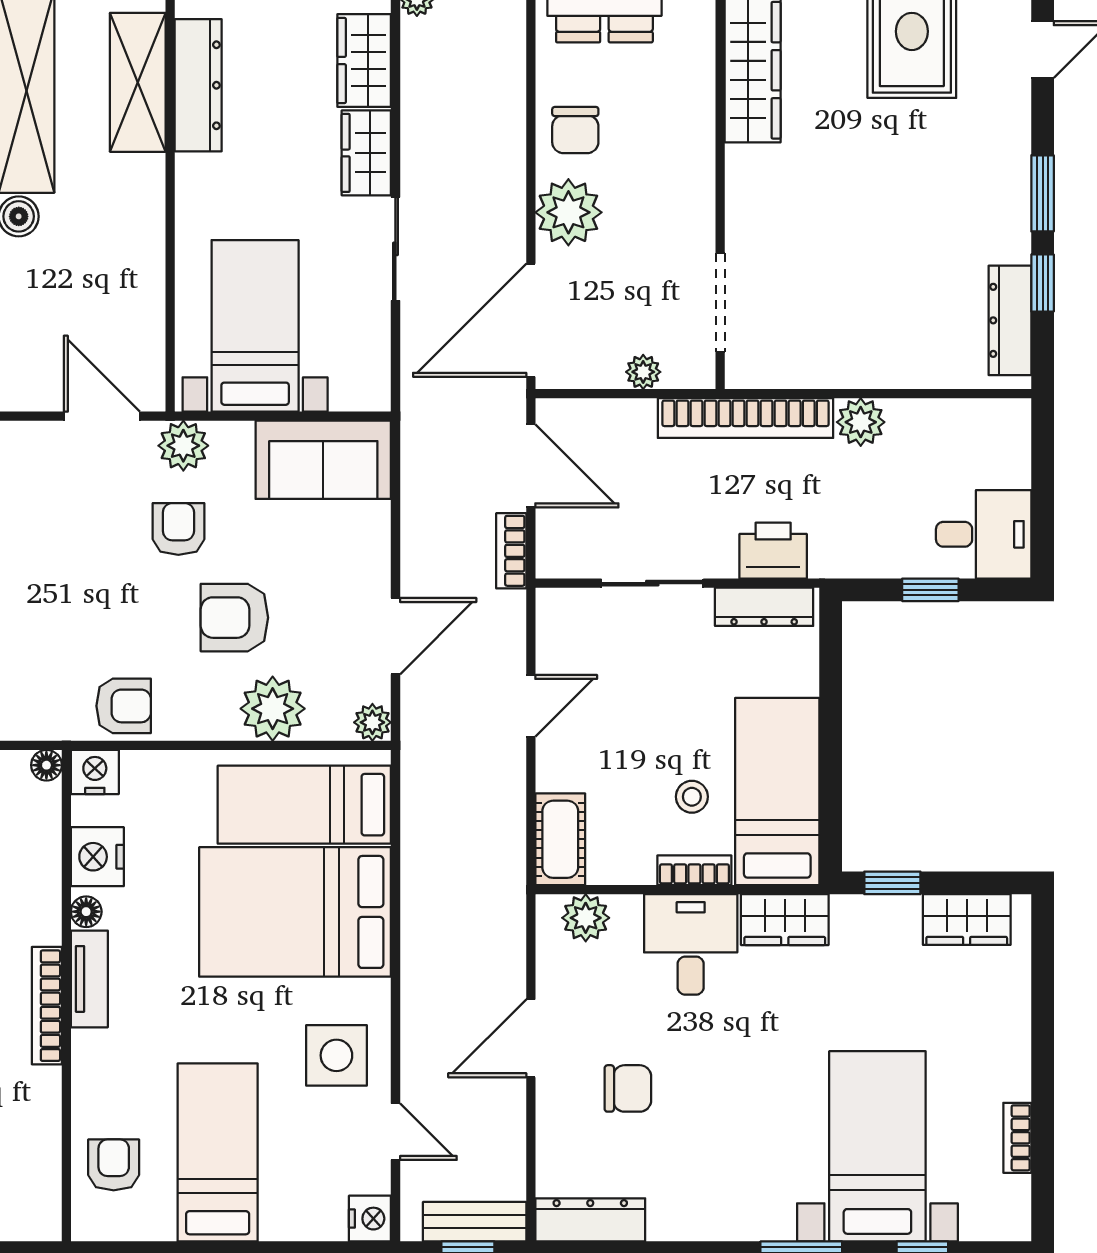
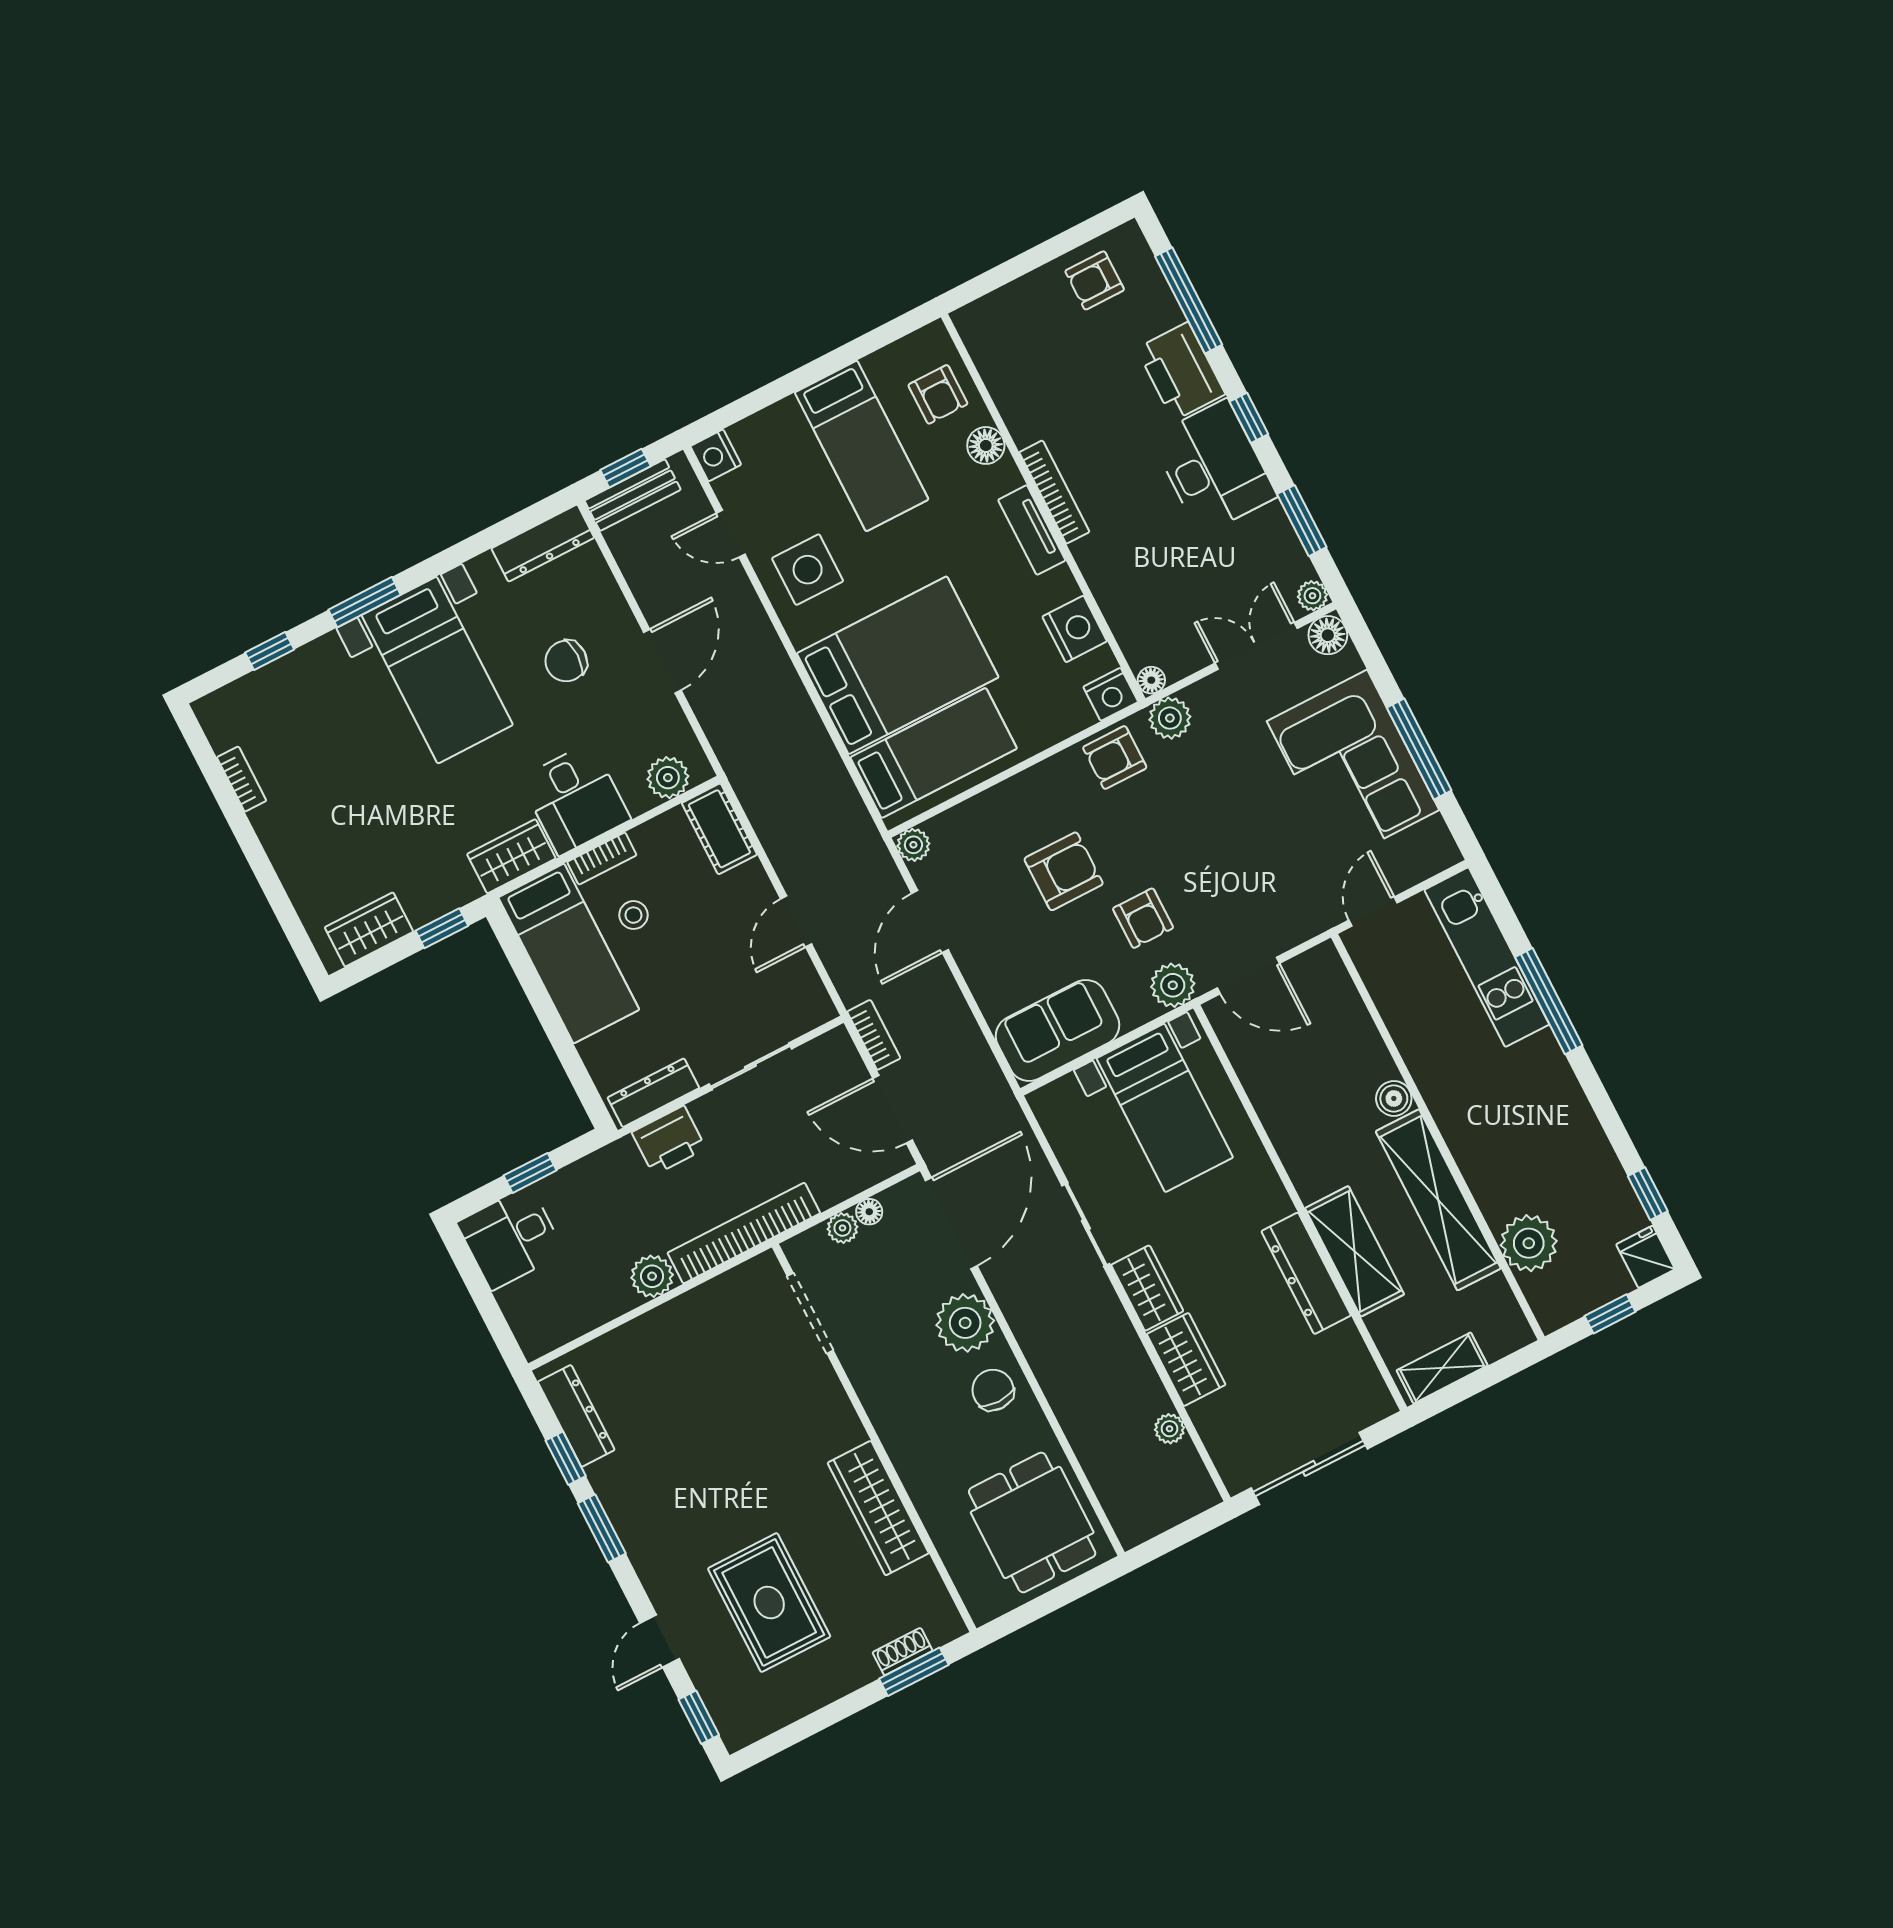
floor lamp: (608, 374) -> (869, 1212), added
plant: (273, 709) -> (1170, 718), moved, width x0.73, depth x0.73
floor lamp: (86, 912) -> (986, 445), moved, width x1.37, depth x1.37
bed with nightstands: (877, 1146) -> (437, 670), moved

